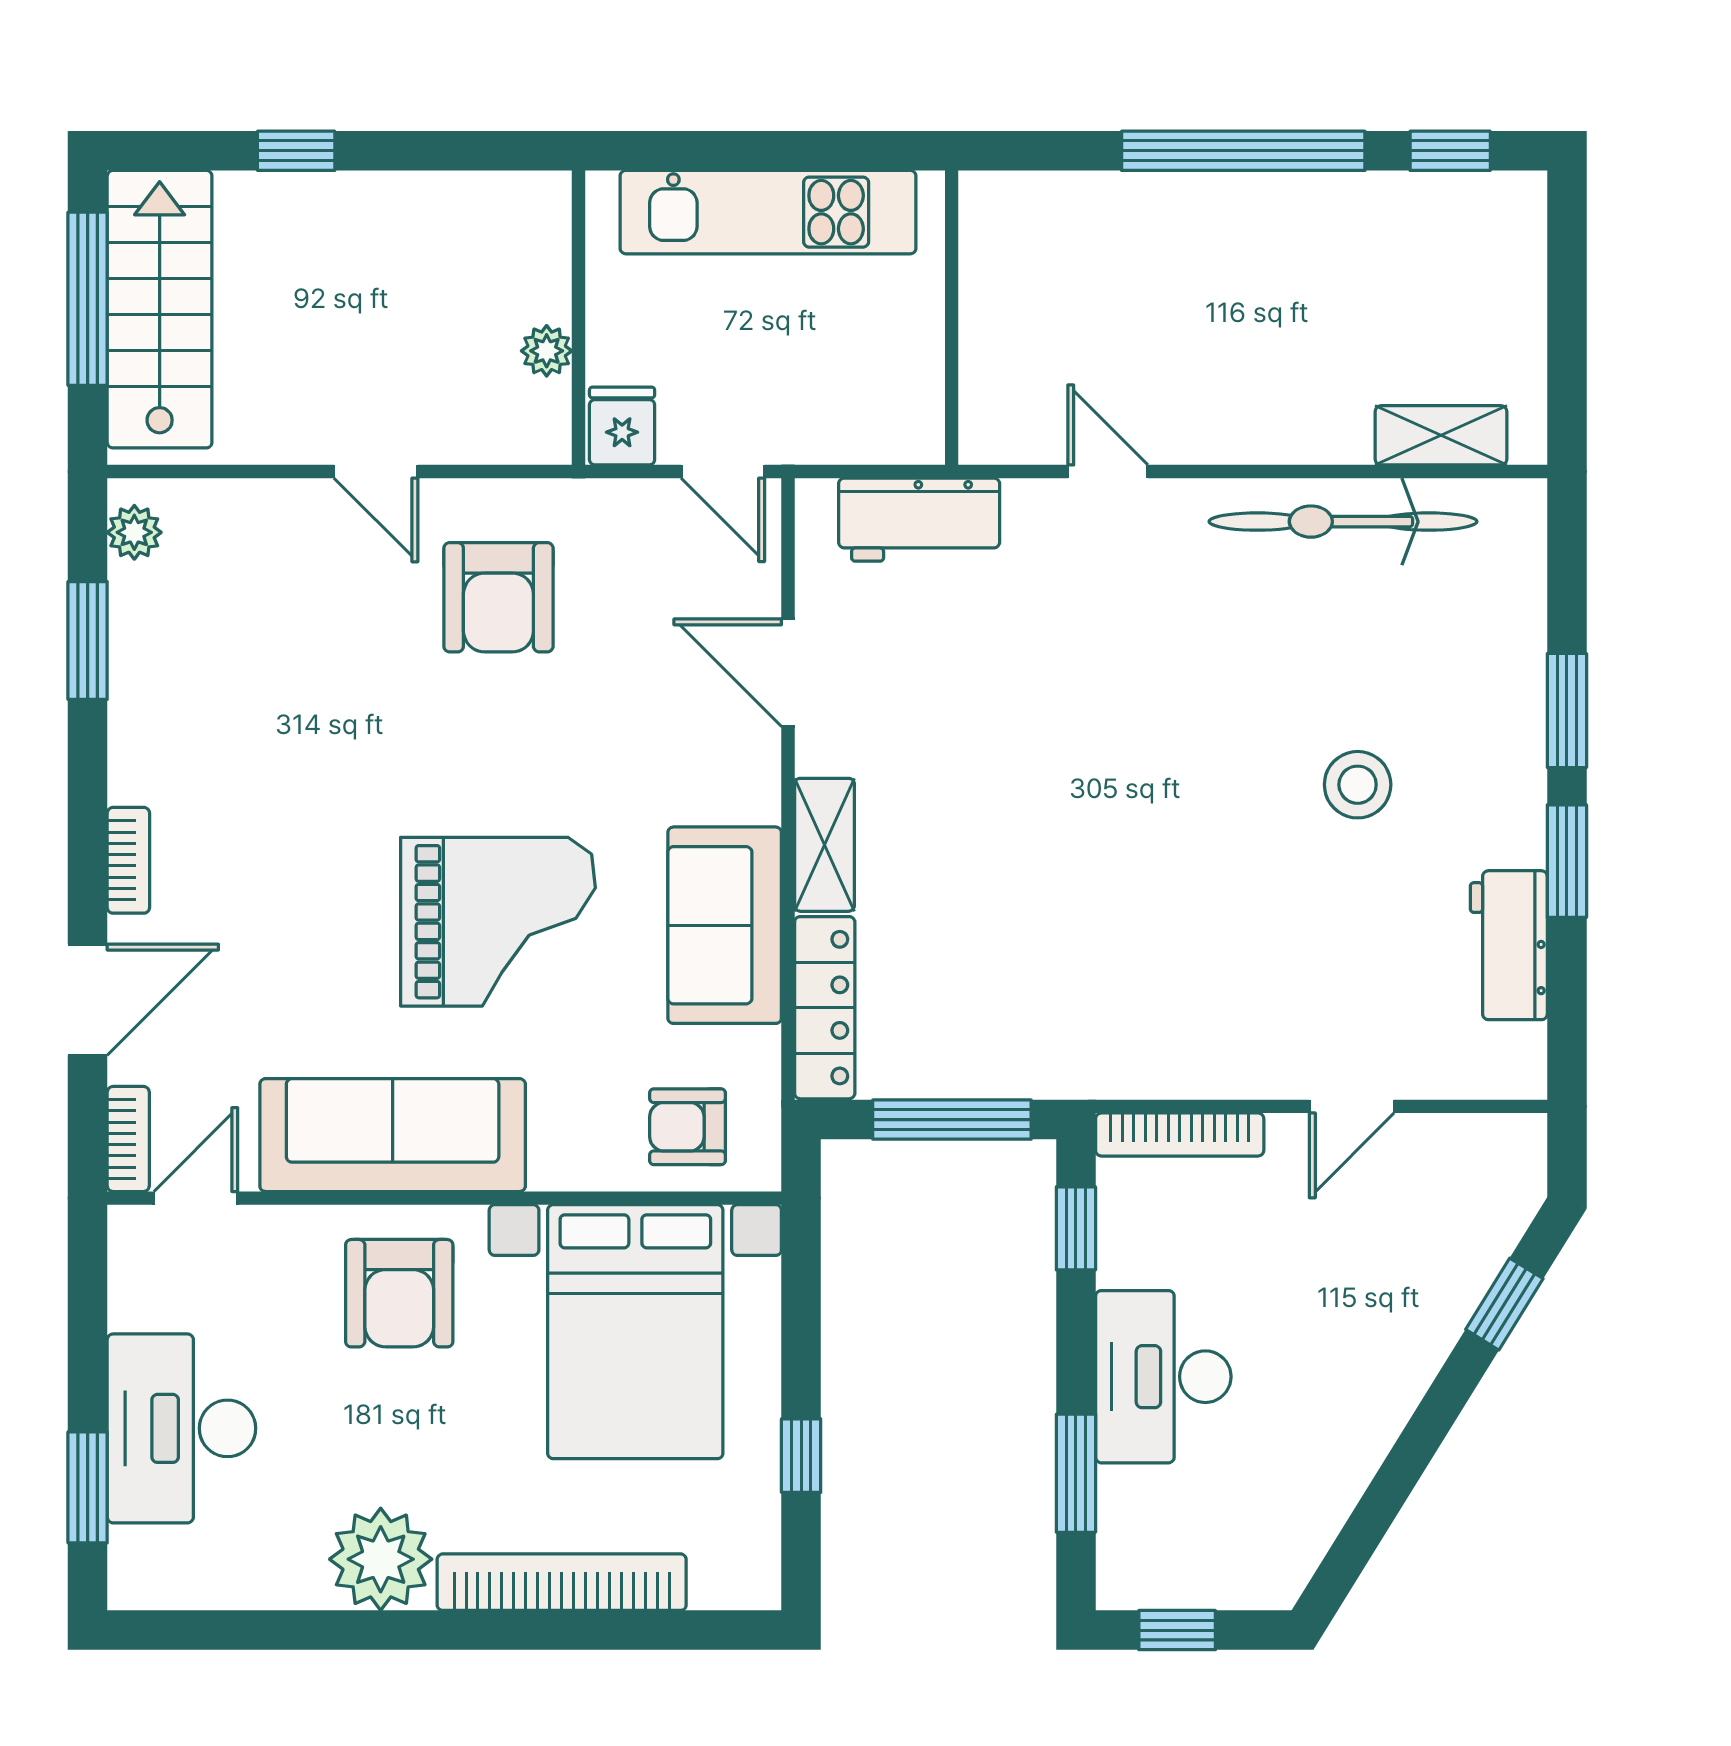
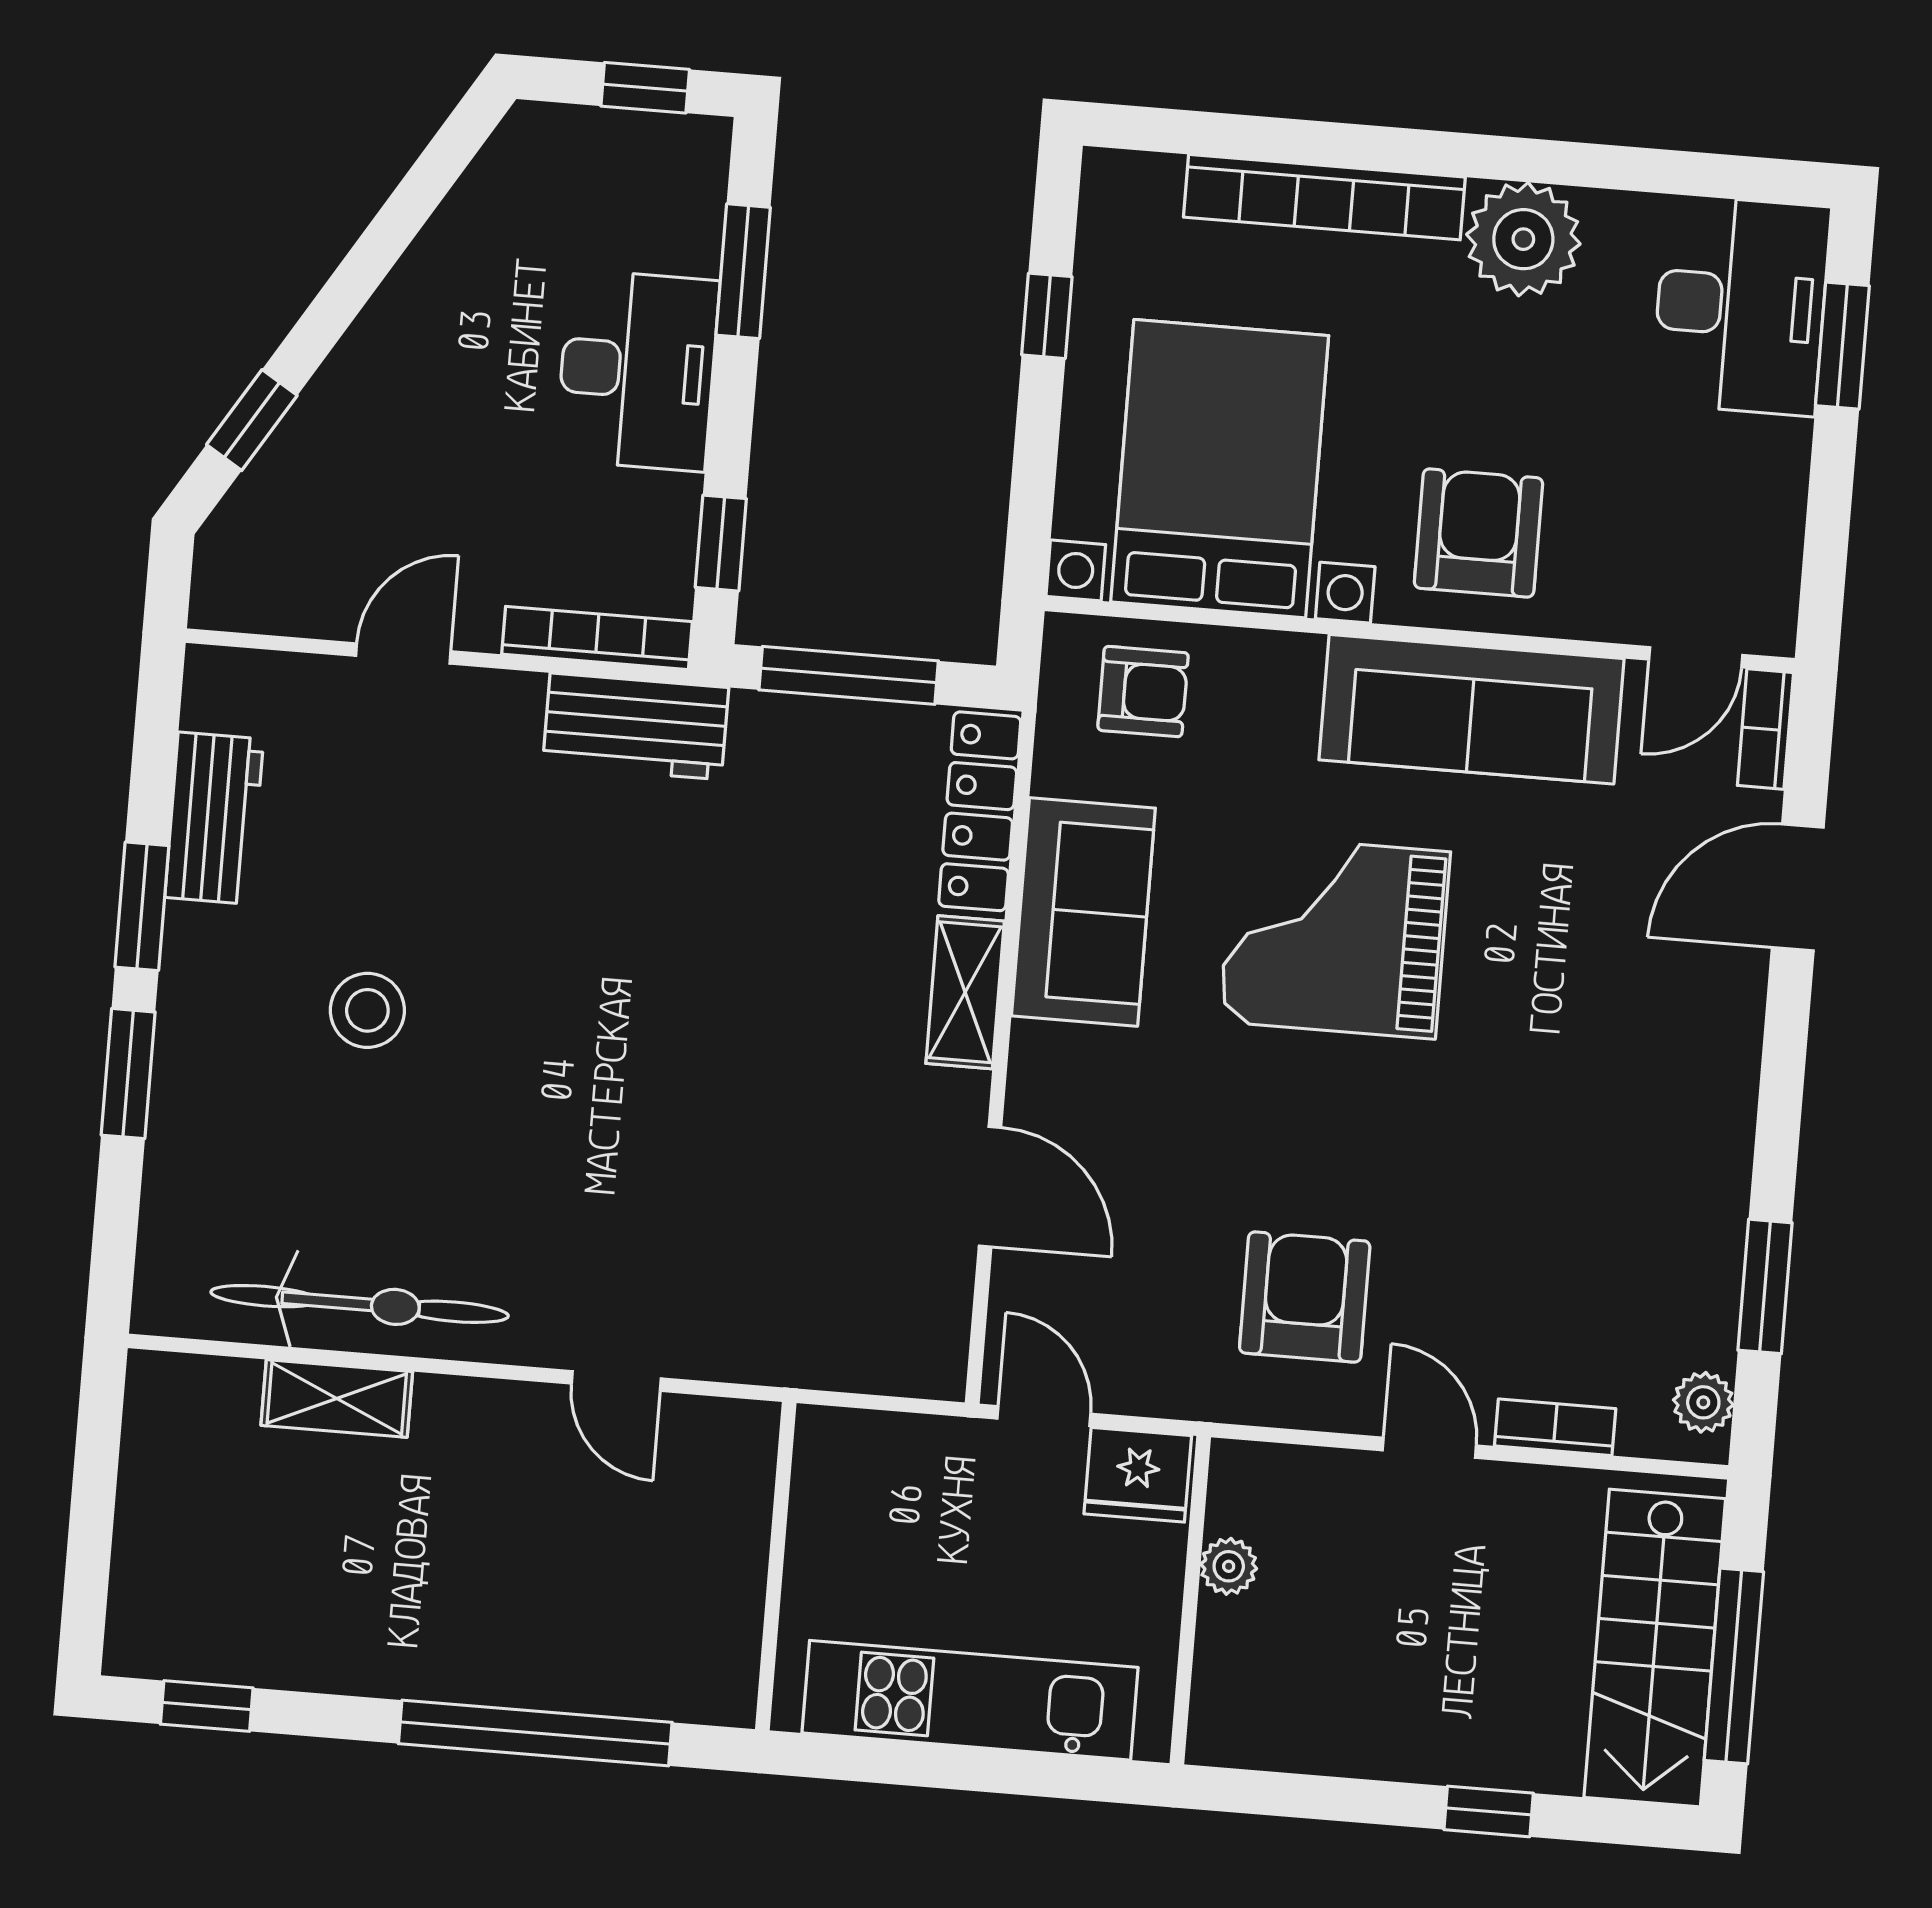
window: (1243, 151) -> (535, 1733), moved
fridge: (622, 426) -> (1138, 1475), width x1.38
shelving: (1441, 435) -> (337, 1398), moved
workbench: (919, 520) -> (636, 726), moved, turned 180
bookcase: (128, 860) -> (1555, 1427), moved, turned 90
desk: (181, 1428) -> (1741, 305), moved

